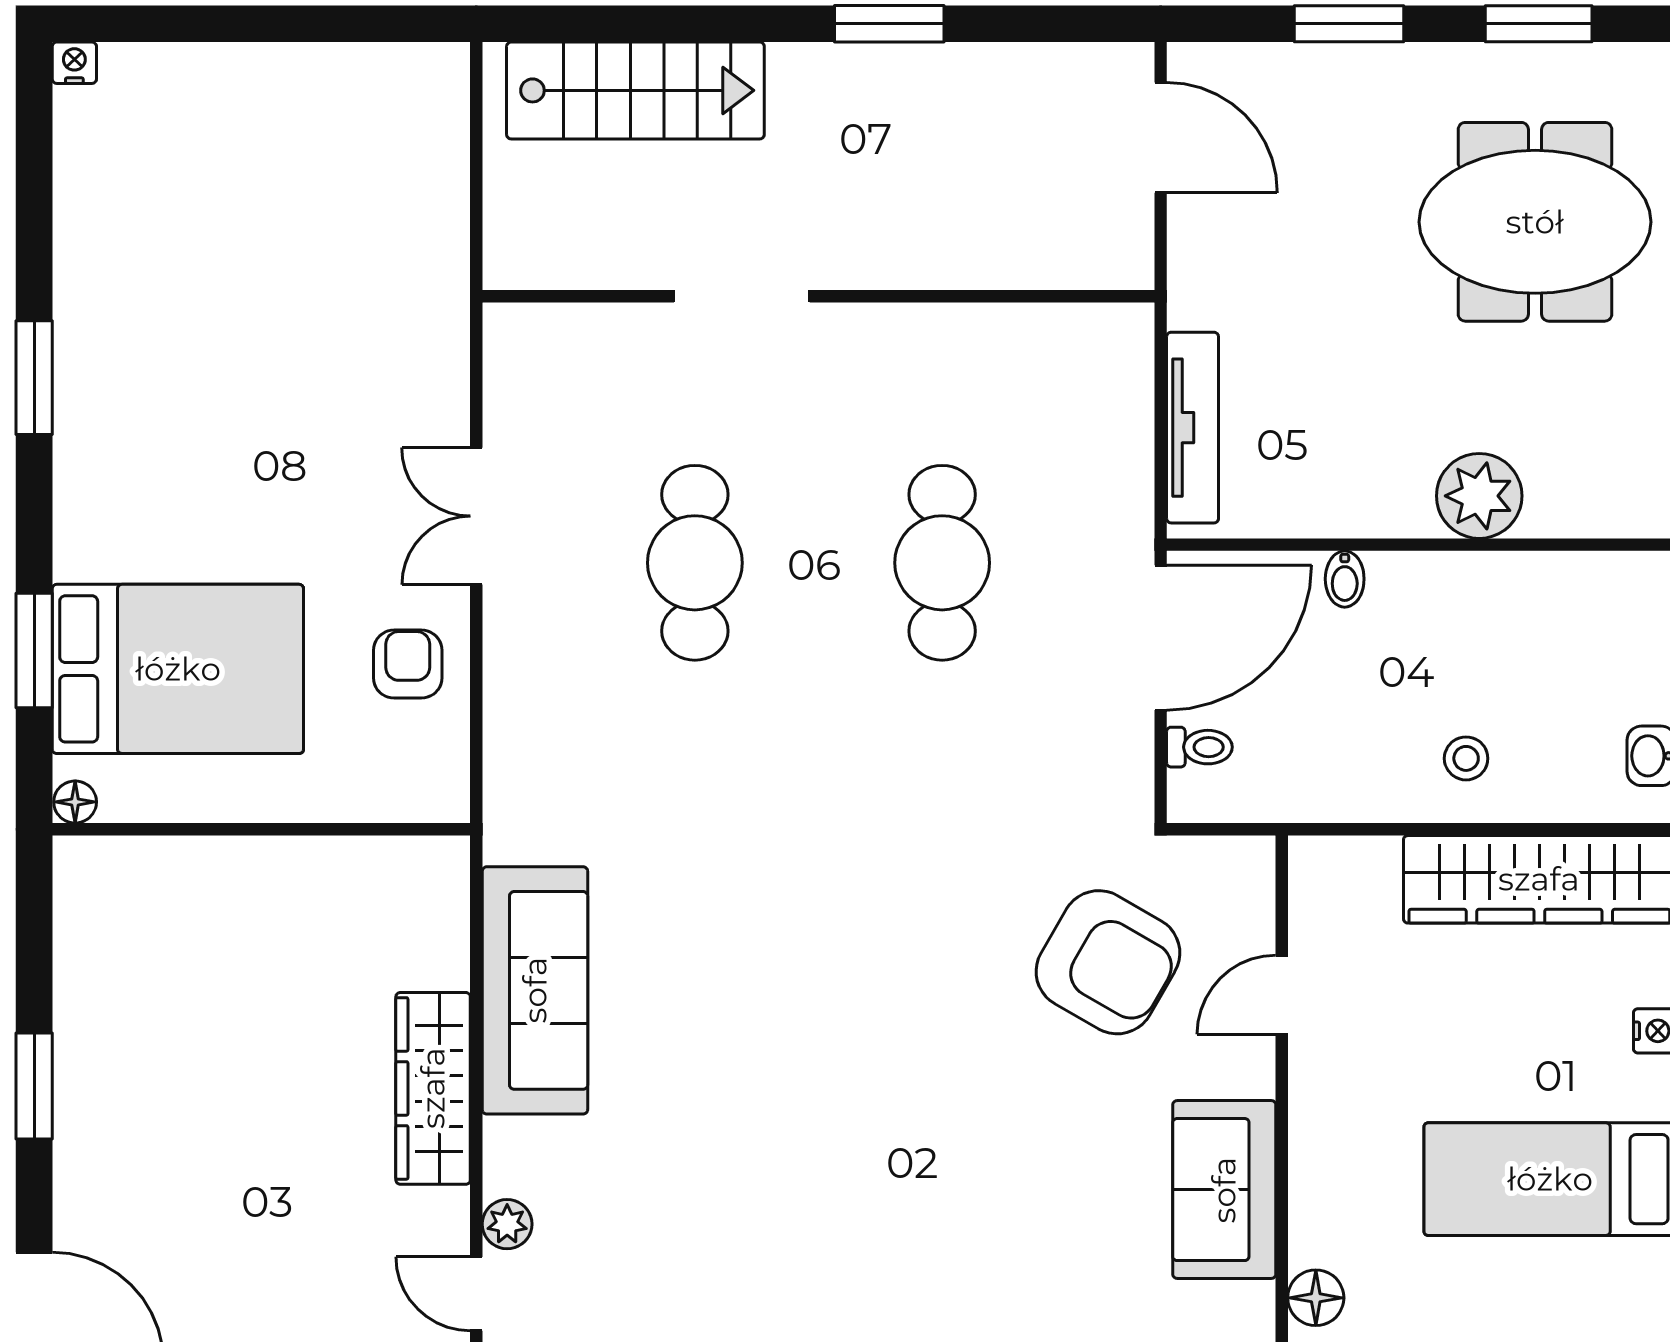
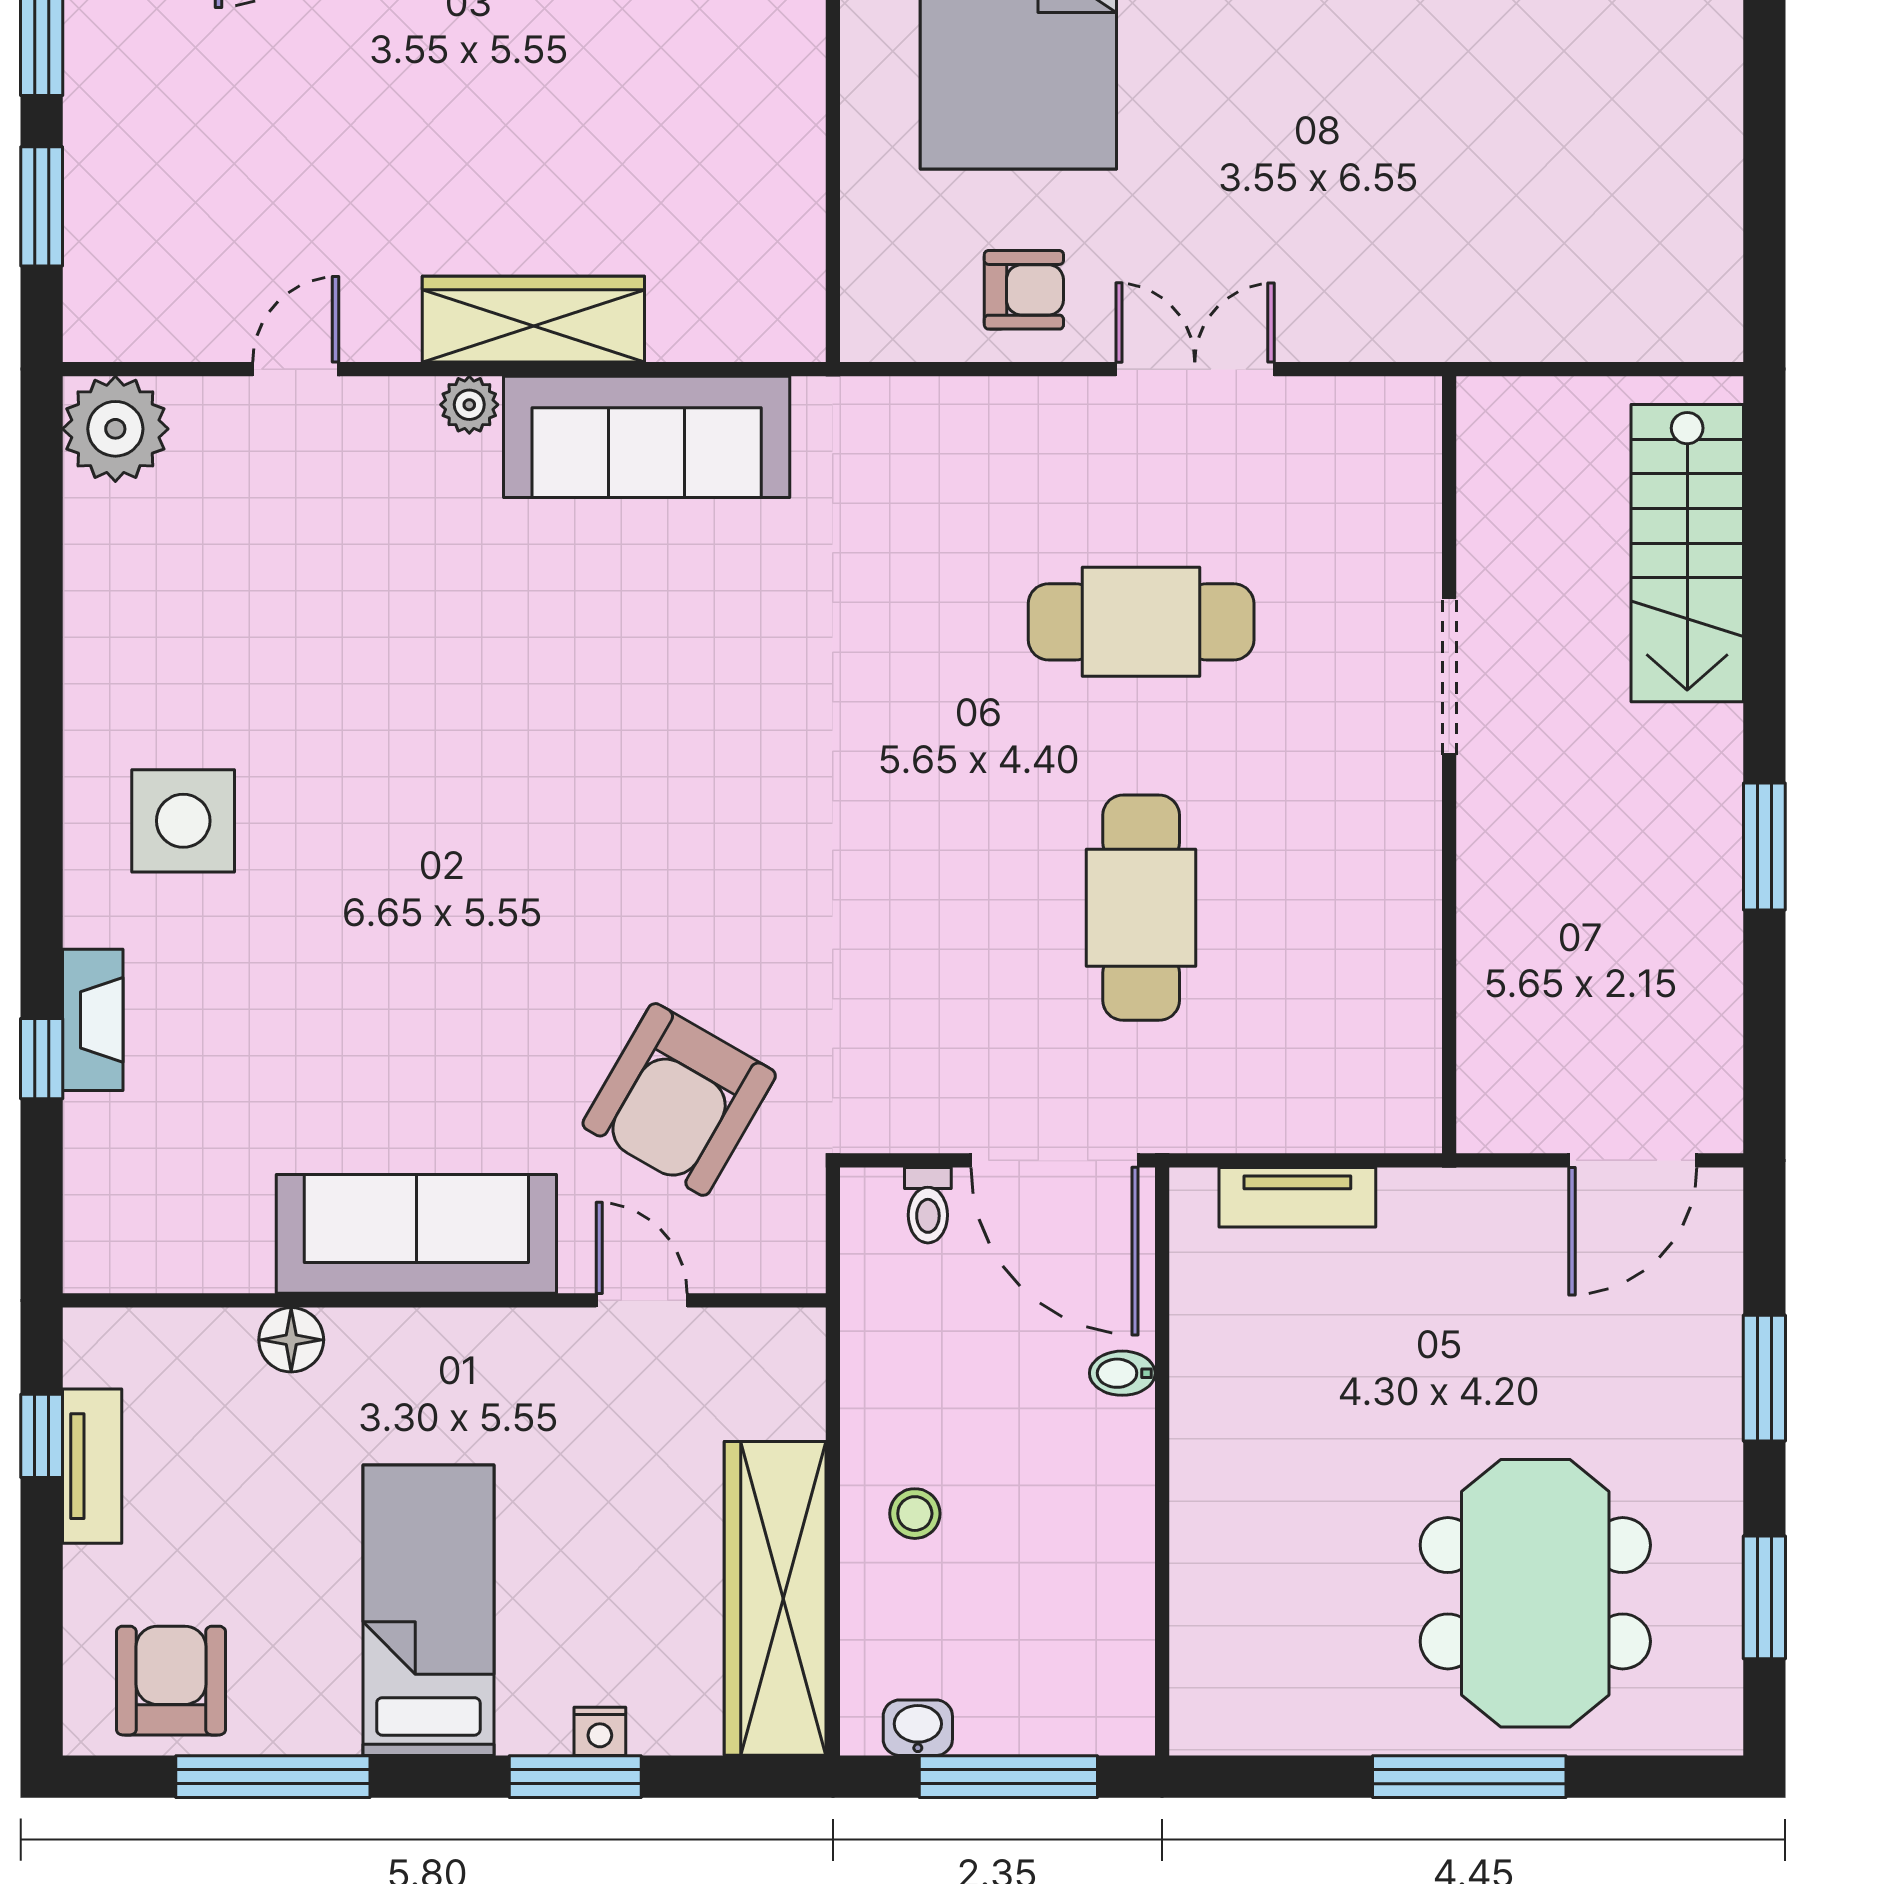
tv unit: (1193, 428) -> (1297, 1197), width x0.71
plant: (1479, 496) -> (1218, 1529), removed
cafe table: (942, 563) -> (1141, 908), turned 90
sofa: (1224, 1190) -> (416, 1234), width x1.36
plant: (507, 1224) -> (469, 405), moved

